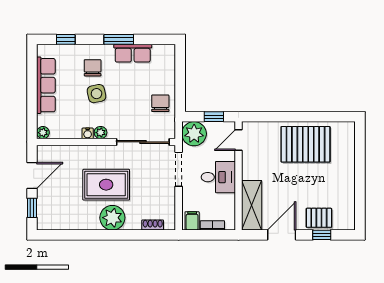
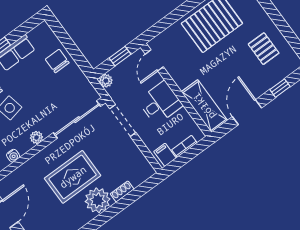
chair: (160, 103) -> (57, 61), moved
water cooler: (88, 133) -> (13, 156), moved
plant: (194, 134) -> (106, 81), width x0.53, depth x0.53
pallet: (319, 218) -> (264, 49), moved, turned 90
shoe rack: (153, 225) -> (122, 191), moved

